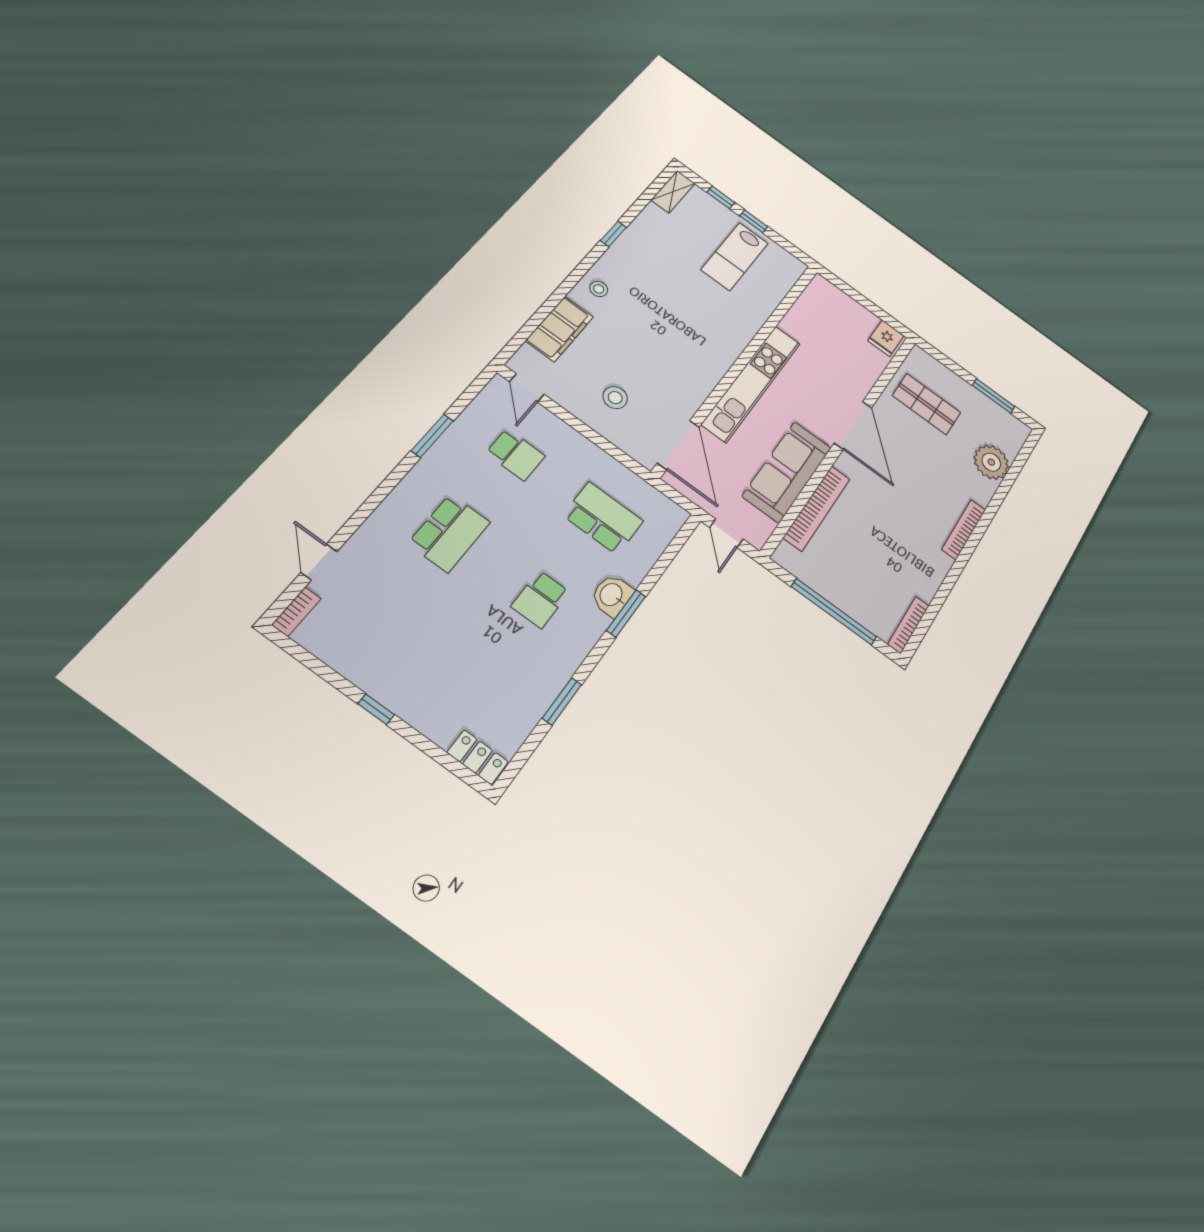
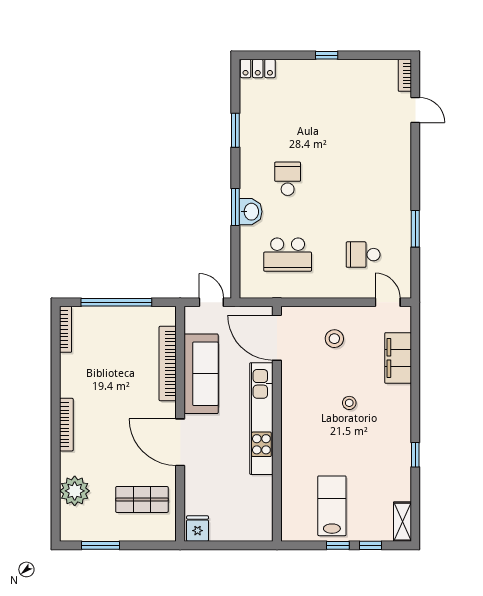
stool: (599, 289) -> (349, 403), moved
school desk: (449, 533) -> (363, 179), removed

